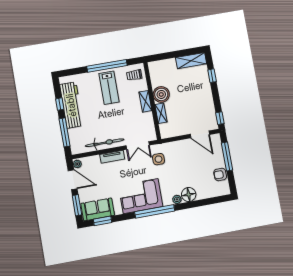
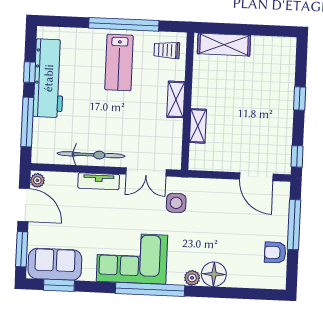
shelving: (191, 61) -> (224, 45), moved
window: (212, 76) -> (300, 98), moved
boiler: (161, 94) -> (206, 94), removed

